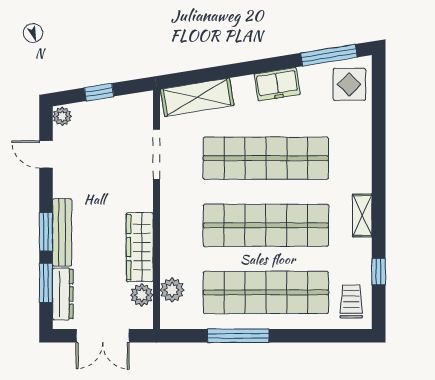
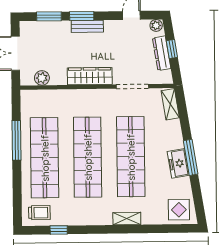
window: (329, 55) -> (191, 157), moved
shelving: (197, 97) -> (170, 104), width x0.67, depth x0.75
shelving: (362, 215) -> (127, 219), moved
bench: (62, 232) -> (87, 26), width x0.73
wardrobe: (140, 247) -> (90, 76), moved
plant: (172, 290) -> (45, 97), removed
dresser: (63, 294) -> (162, 53), moved, turned 81

